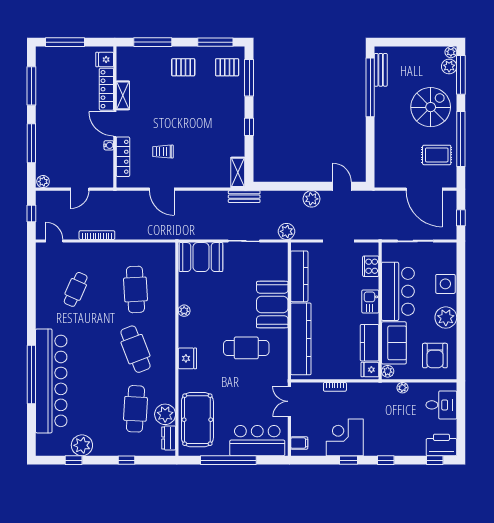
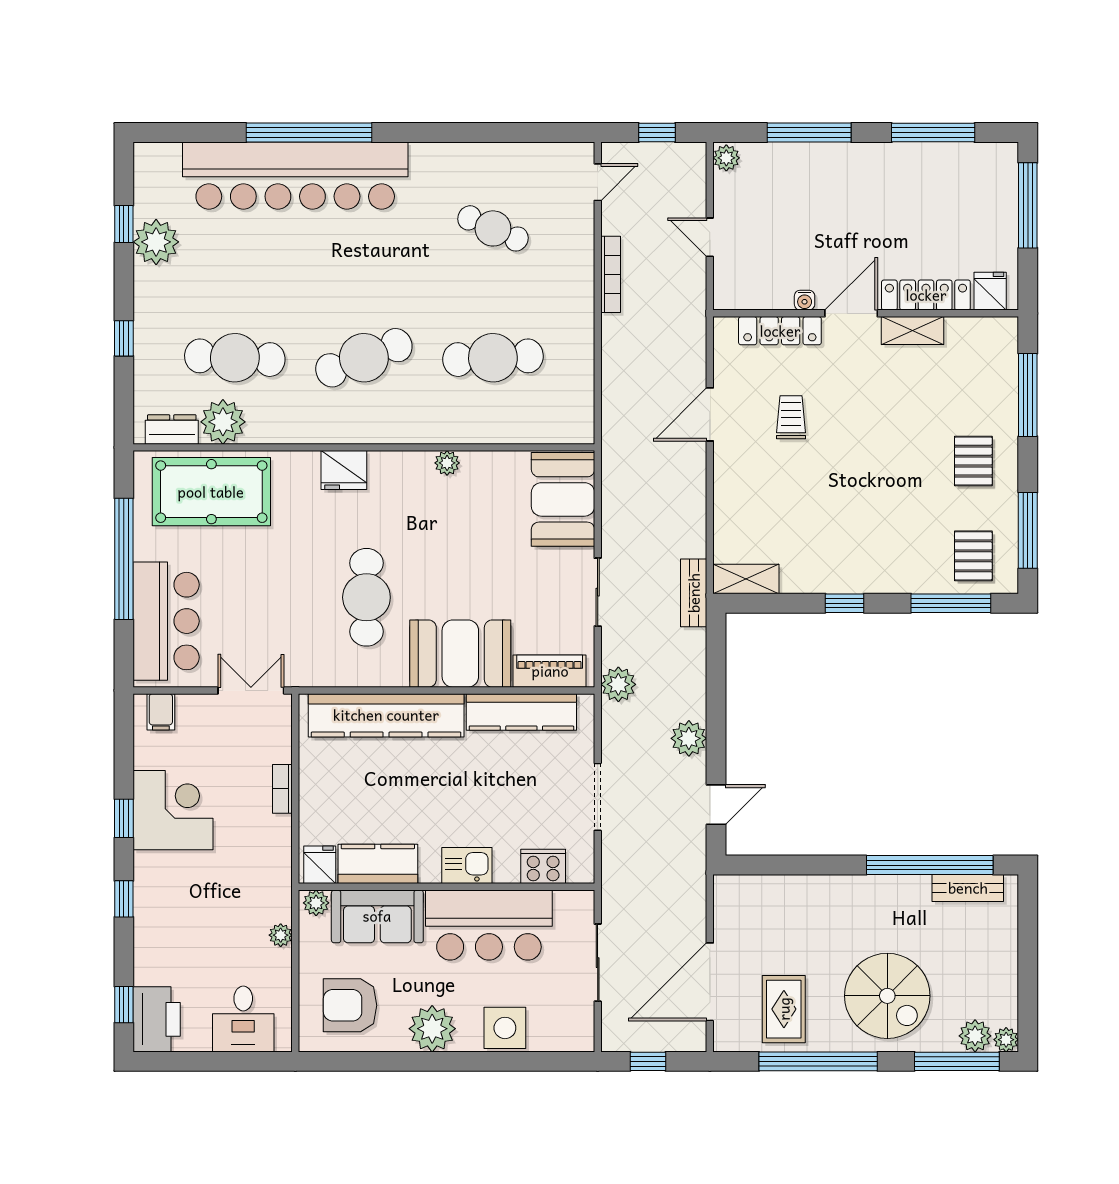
piano: (280, 263) -> (550, 671), added

